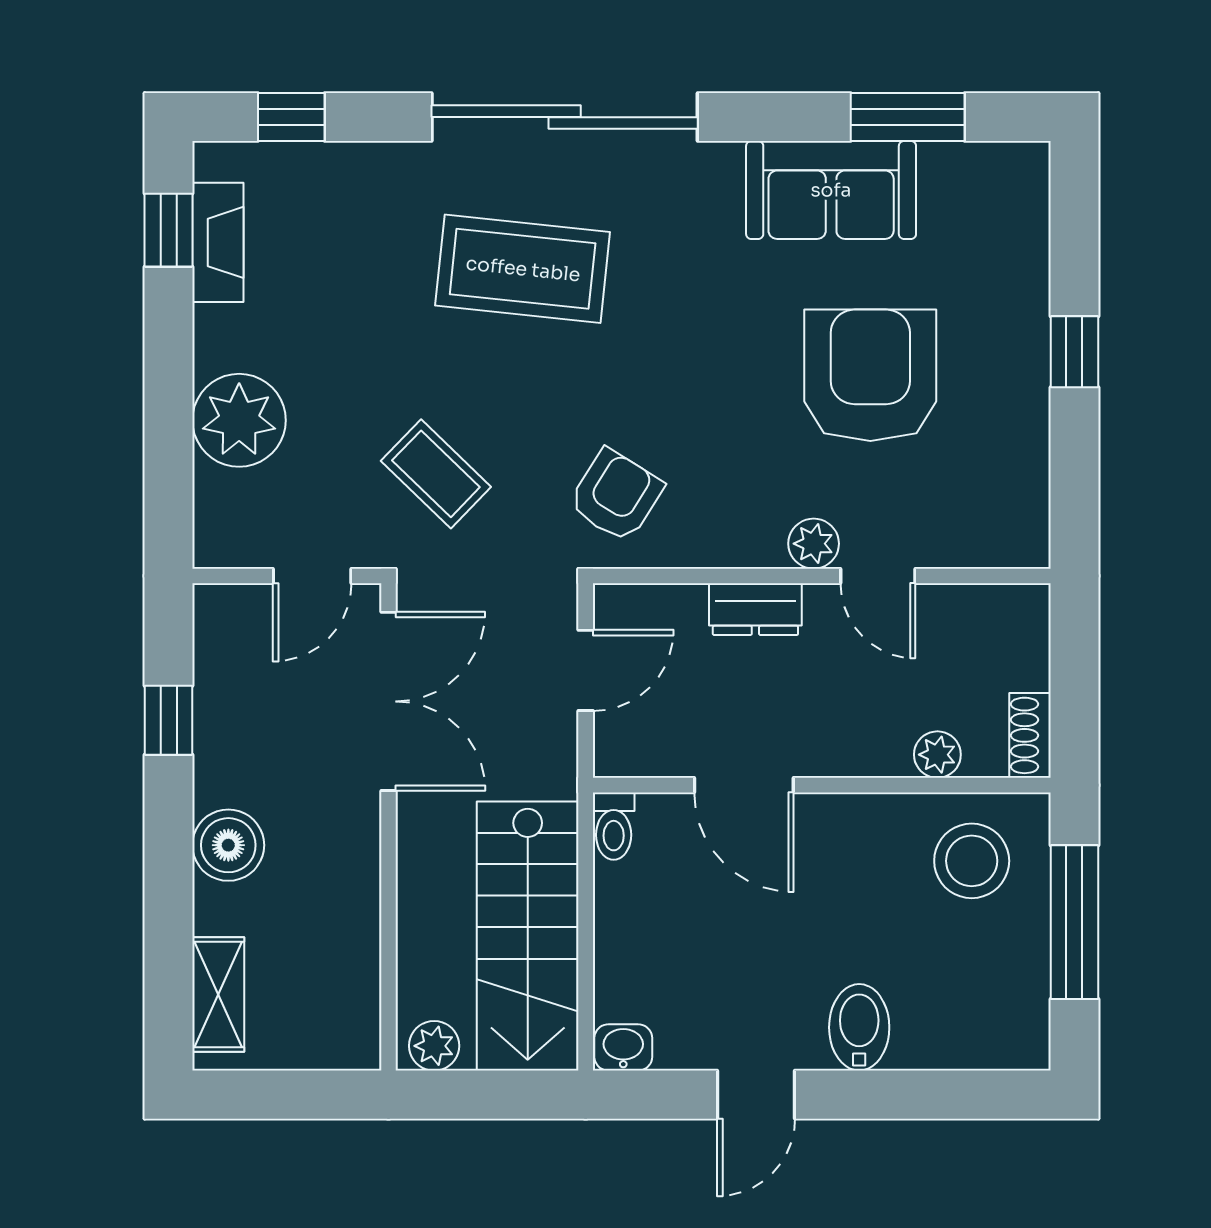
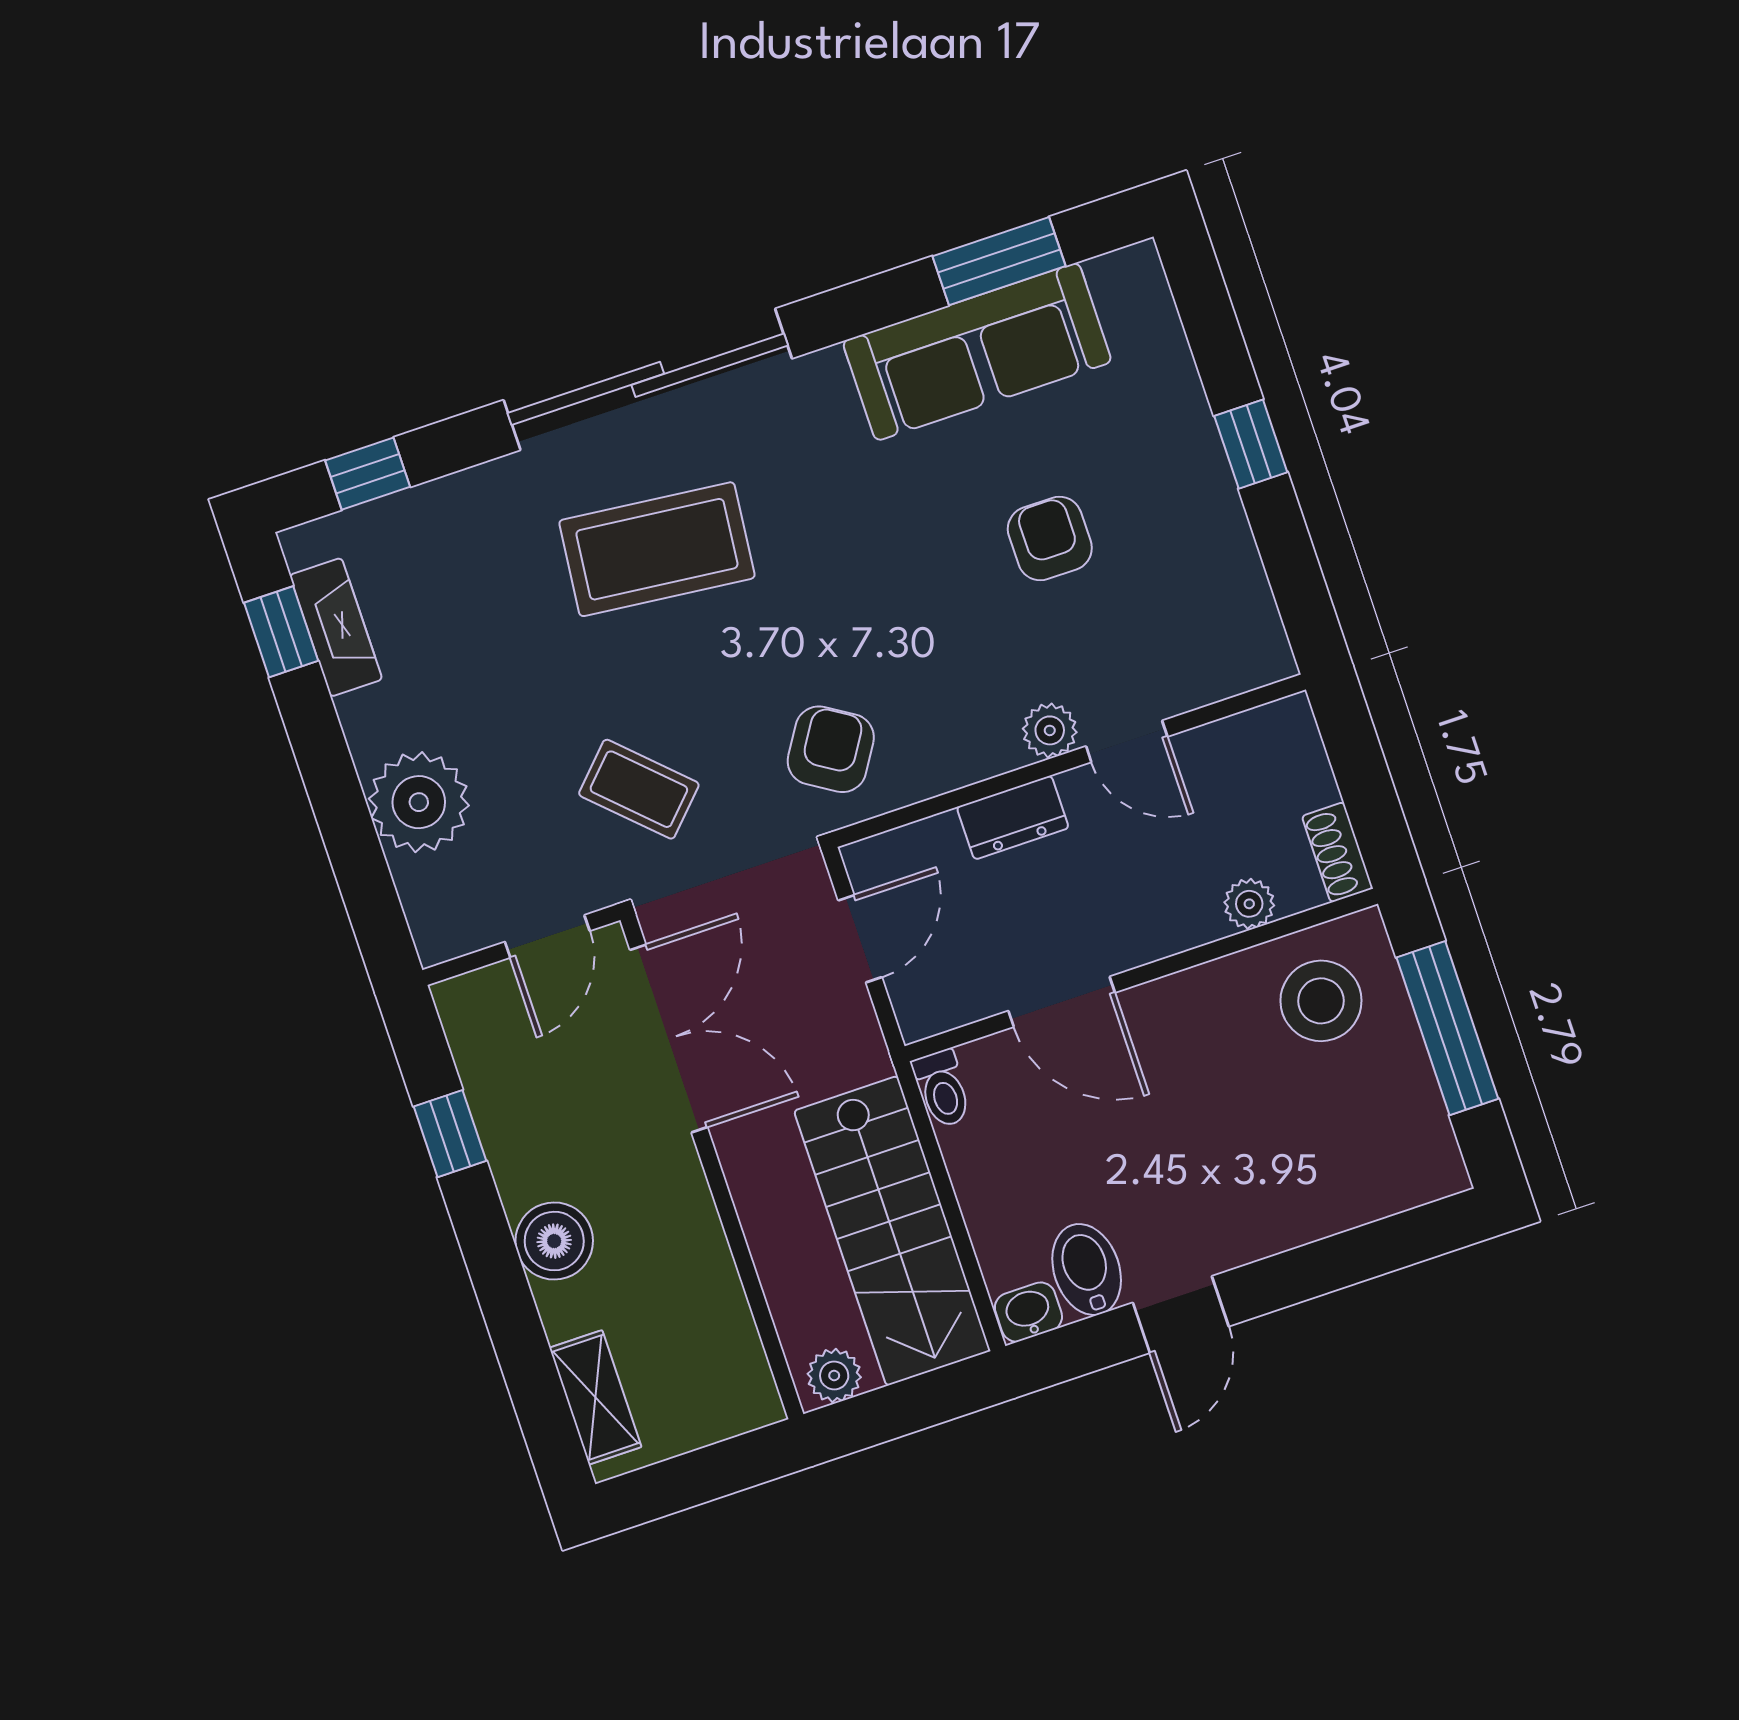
sofa: (831, 190) -> (977, 352), width x1.36
armchair: (870, 375) -> (1050, 538), width x0.53, depth x0.53
bidet: (859, 1027) -> (1087, 1270), moved

